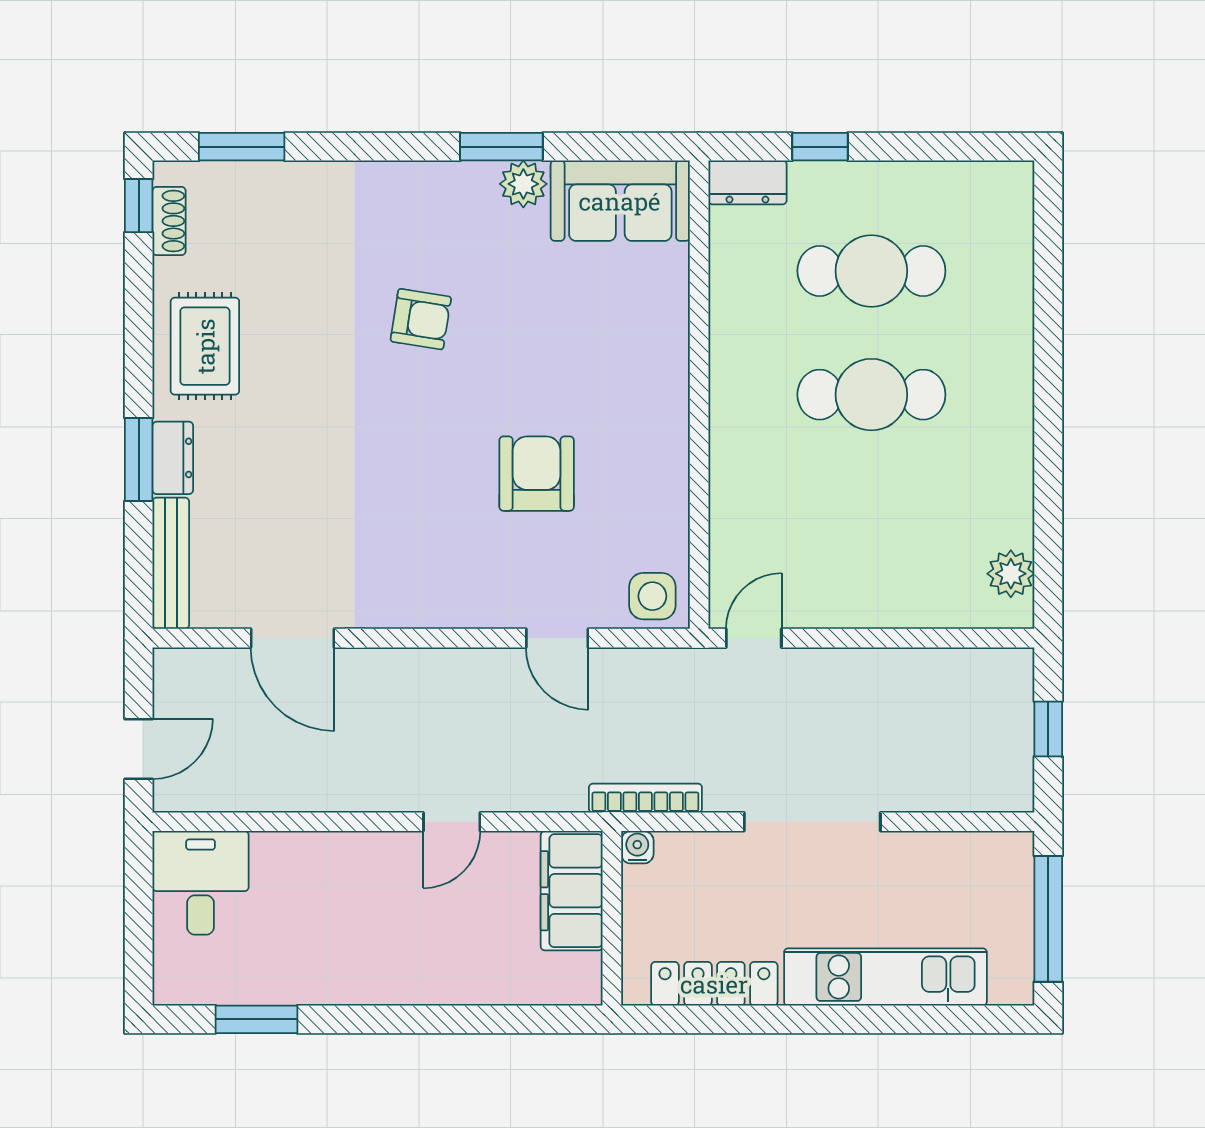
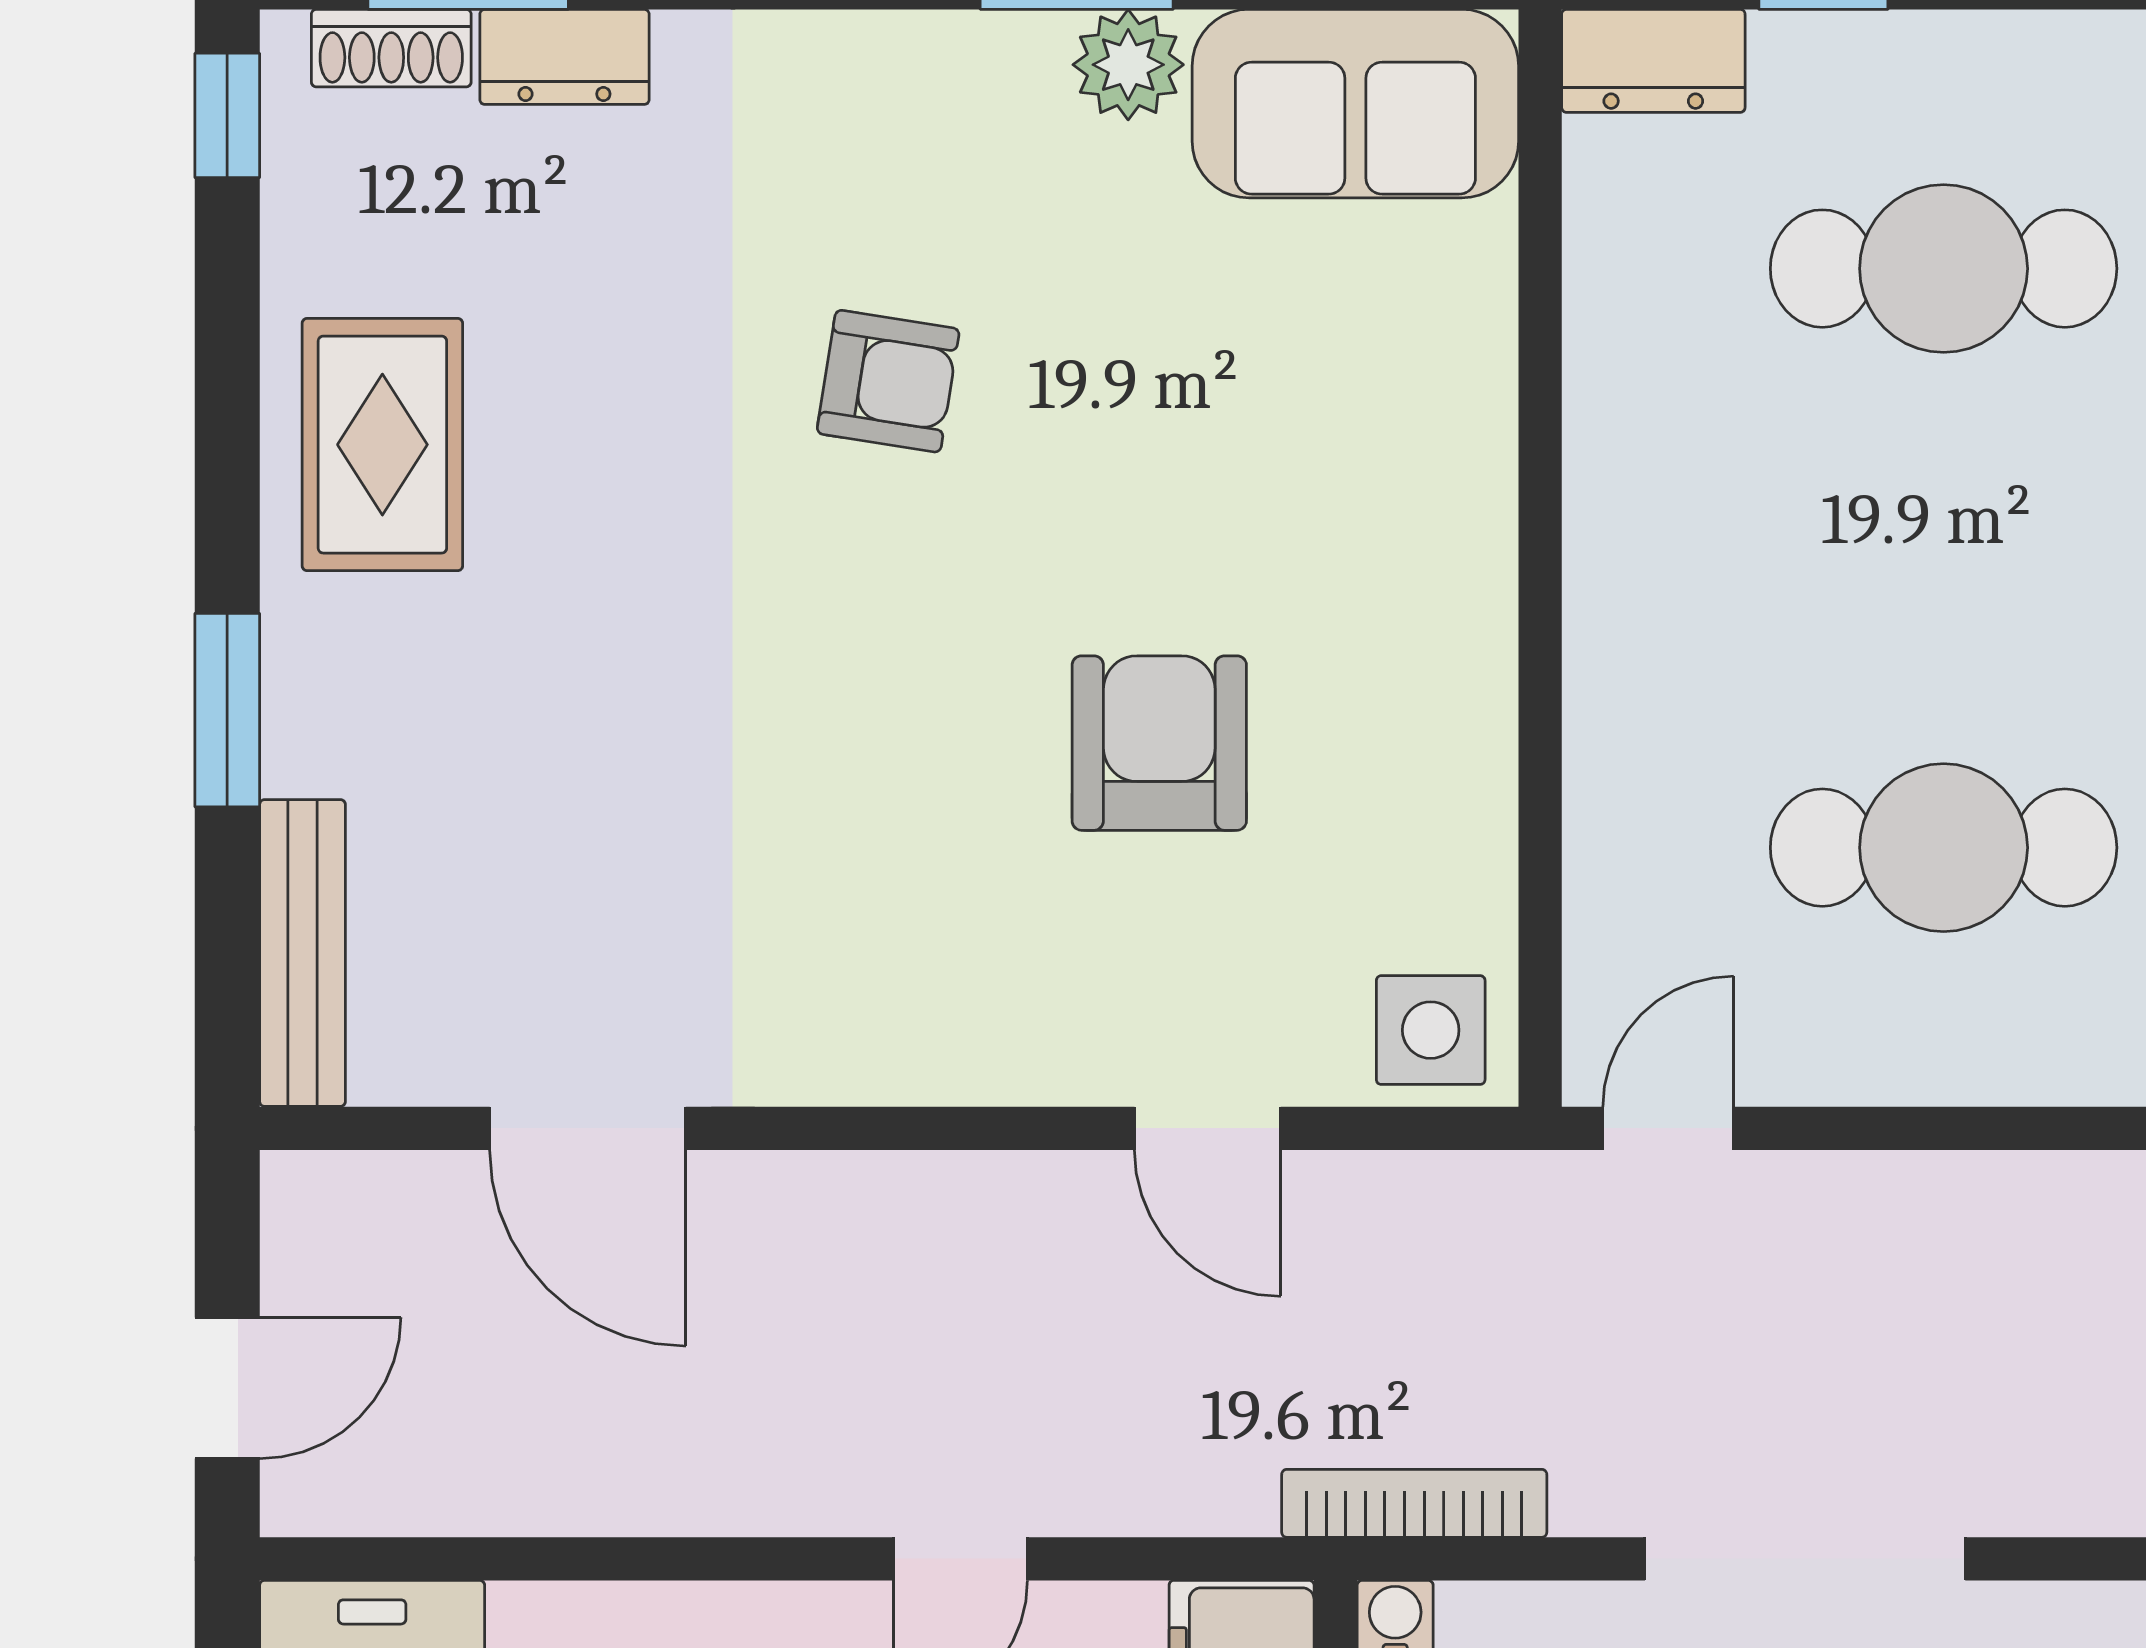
shoe rack: (169, 221) -> (391, 48), moved, turned 90
cafe table: (871, 395) -> (1944, 848), moved
dresser: (173, 458) -> (564, 57), moved, turned 90

